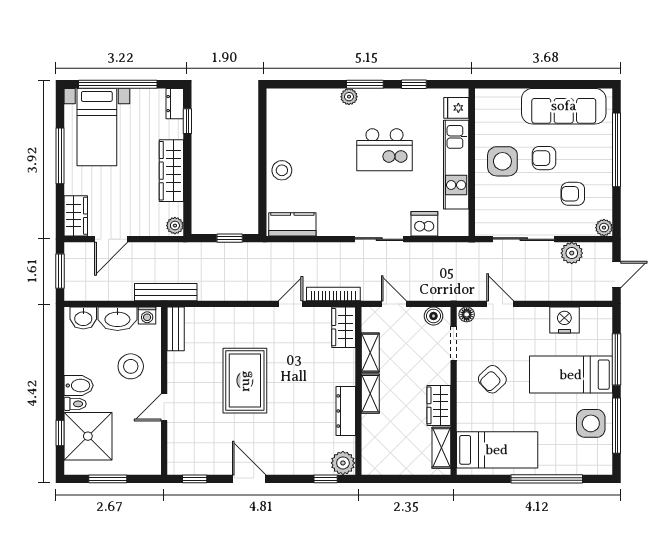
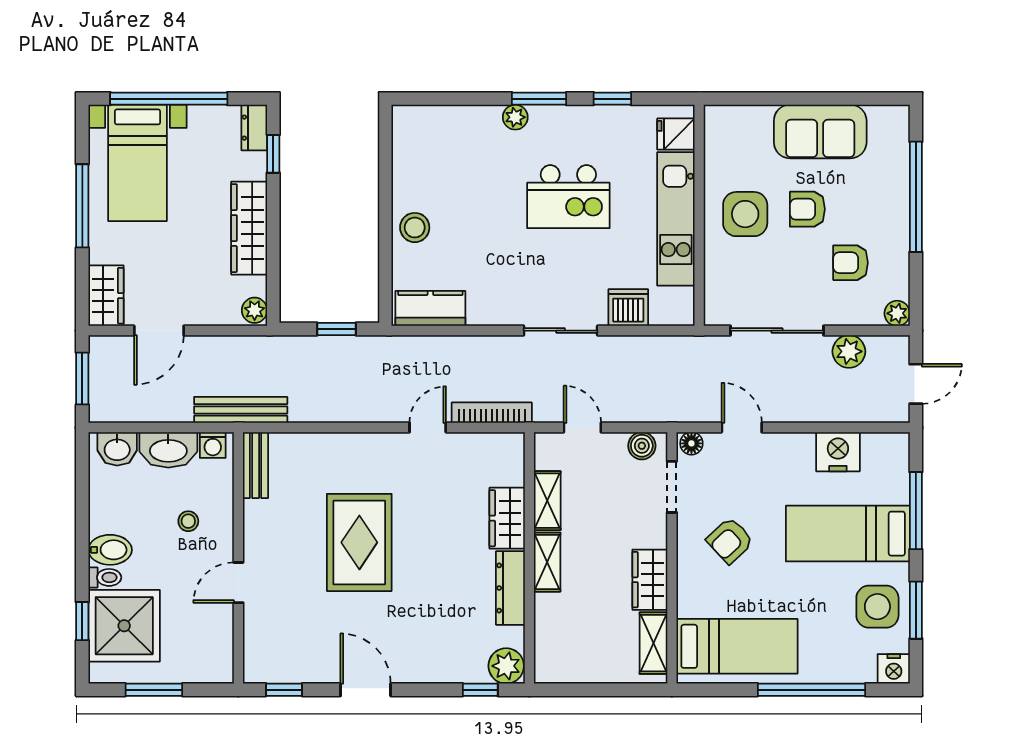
sofa: (564, 106) -> (820, 131), width x0.73
wardrobe: (344, 327) -> (507, 518), moved
stool: (131, 366) -> (188, 521), width x0.53, depth x0.53
window: (616, 426) -> (916, 610), width x0.69
nightstand: (602, 465) -> (894, 669), added

